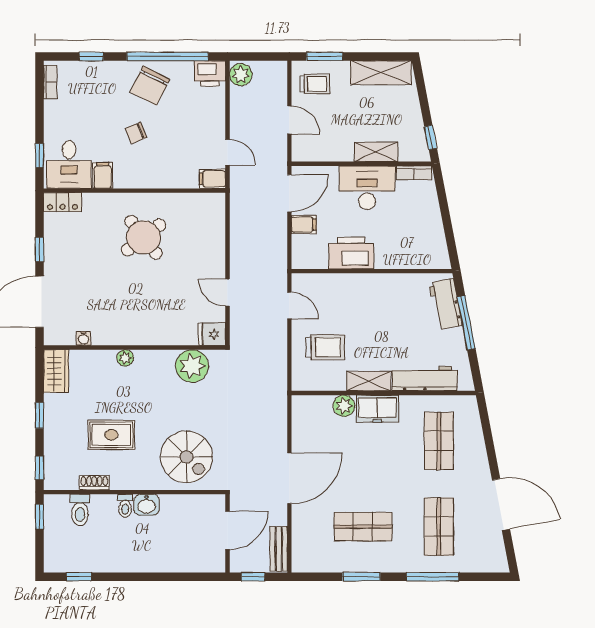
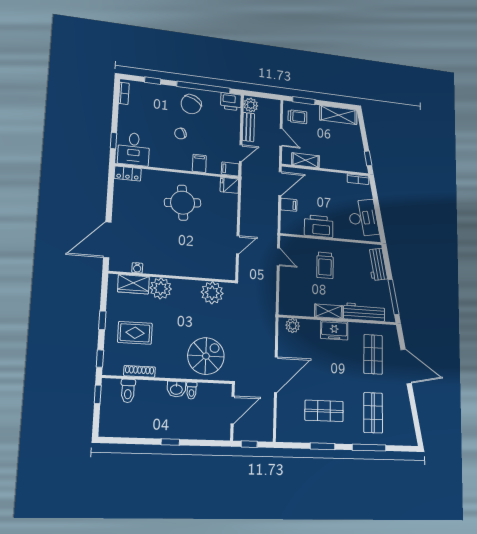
door: (227, 152) -> (241, 153), hinge flipped
shelving: (376, 152) -> (306, 160), moved
filing cabinet: (103, 175) -> (199, 163), moved
desk: (367, 188) -> (363, 218), moved, turned 79
round table: (144, 237) -> (183, 203), turned 33
window: (40, 249) -> (110, 204), removed
door: (227, 293) -> (238, 245), swing flipped
window: (466, 323) -> (393, 297), moved
fridge: (212, 334) -> (229, 185), moved
trolley: (325, 347) -> (325, 265), moved, turned 90
plant: (125, 358) -> (161, 288), width x1.88, depth x1.88
wardrobe: (56, 371) -> (133, 284), moved, turned 90
plant: (344, 406) -> (293, 326), moved
rug: (111, 435) -> (135, 333), moved
spiral stairs: (187, 457) -> (206, 356), turned -90
shoe rack: (94, 483) -> (140, 371), width x1.43
door: (501, 504) -> (406, 366), moved
toilet: (125, 506) -> (192, 391), moved
bench: (279, 549) -> (248, 127), moved
window: (79, 577) -> (170, 442), moved

